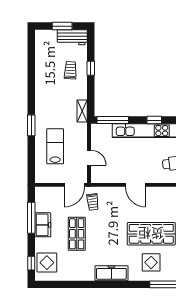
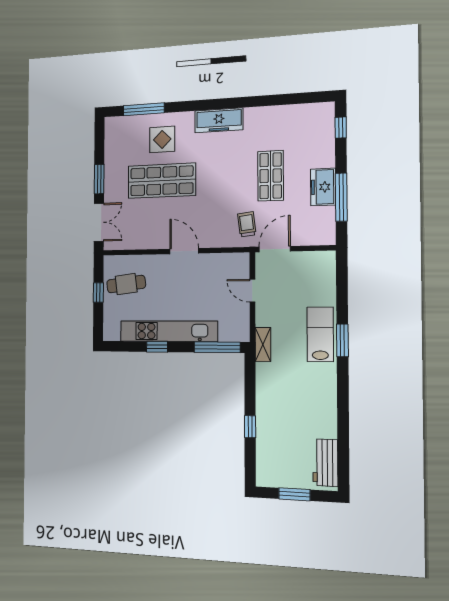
workbench: (72, 37) -> (325, 463), moved, turned -90
trolley: (70, 70) -> (281, 425), removed
shelving: (82, 111) -> (263, 344), moved
lab bench: (55, 146) -> (320, 334), moved, turned 180
display table: (47, 263) -> (316, 130), removed

